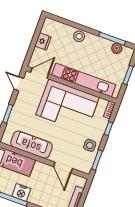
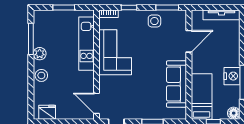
fridge: (43, 42) -> (47, 112), moved
plant: (117, 48) -> (40, 54), moved
kitchen unit: (84, 80) -> (87, 44), width x0.73
corner sofa: (68, 106) -> (115, 52), width x0.73, depth x0.74

